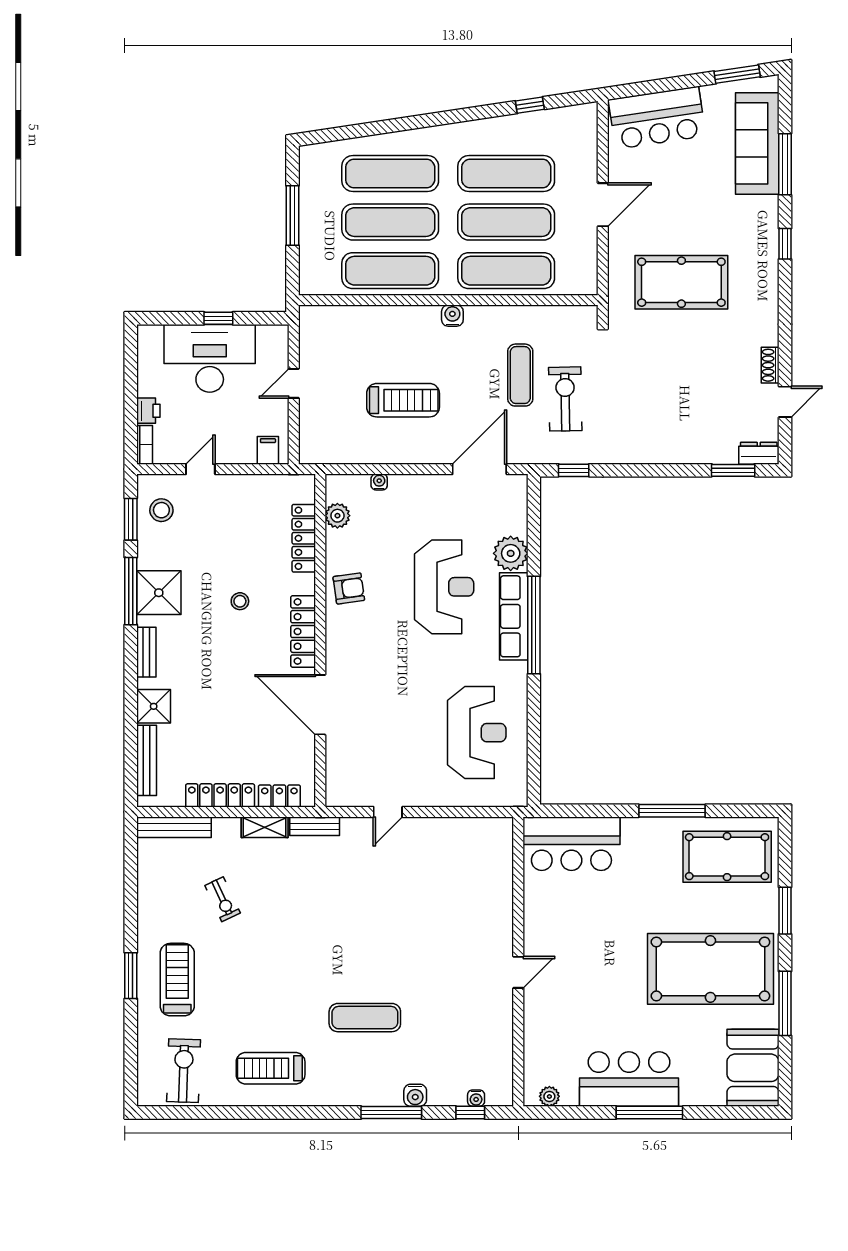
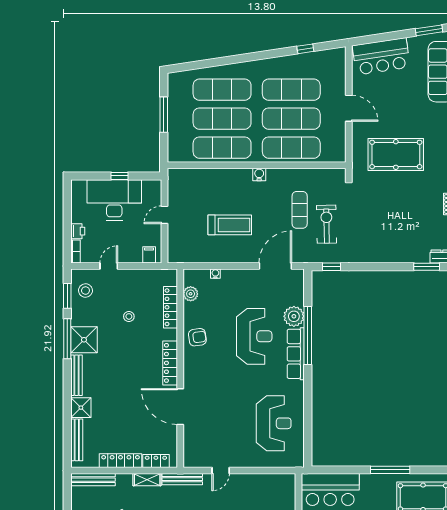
door: (603, 205) -> (349, 108), hinge flipped
stool: (240, 601) -> (129, 316), moved
window: (534, 625) -> (308, 336), moved
bench: (146, 652) -> (77, 375), width x1.36
bench: (315, 826) -> (182, 479), width x1.36

